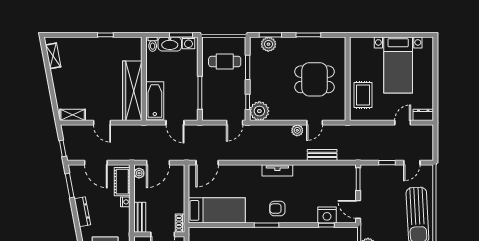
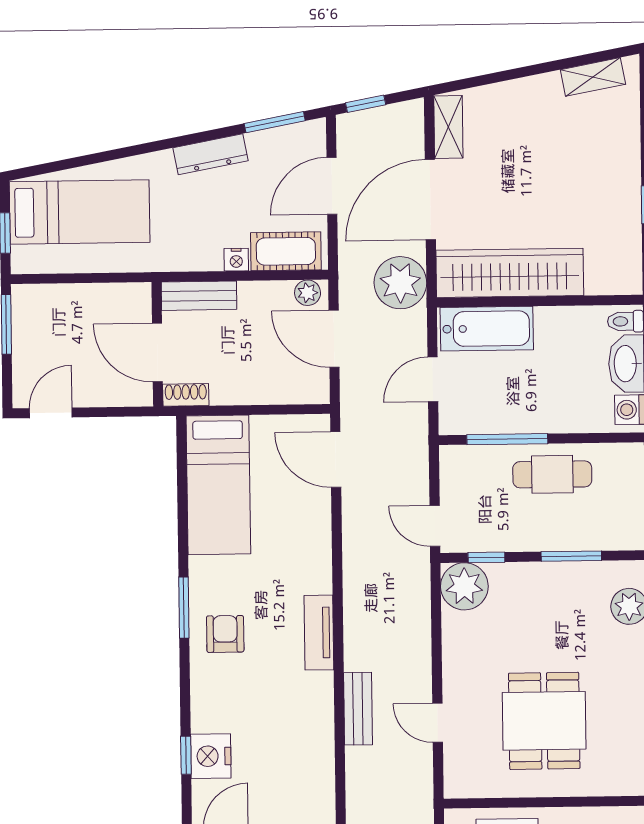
cafe table: (225, 62) -> (552, 474), moved, turned 90
door: (102, 123) -> (430, 200), width x1.88
plant: (297, 130) -> (400, 283), moved, width x1.88, depth x1.88
bench: (322, 155) -> (358, 709), moved

